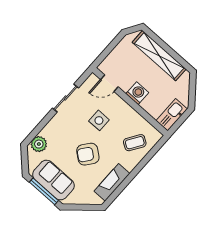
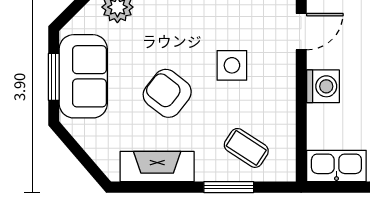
door: (109, 83) -> (301, 32), swing flipped
window: (144, 162) -> (229, 187), added
window: (44, 191) -> (54, 77), width x0.69

